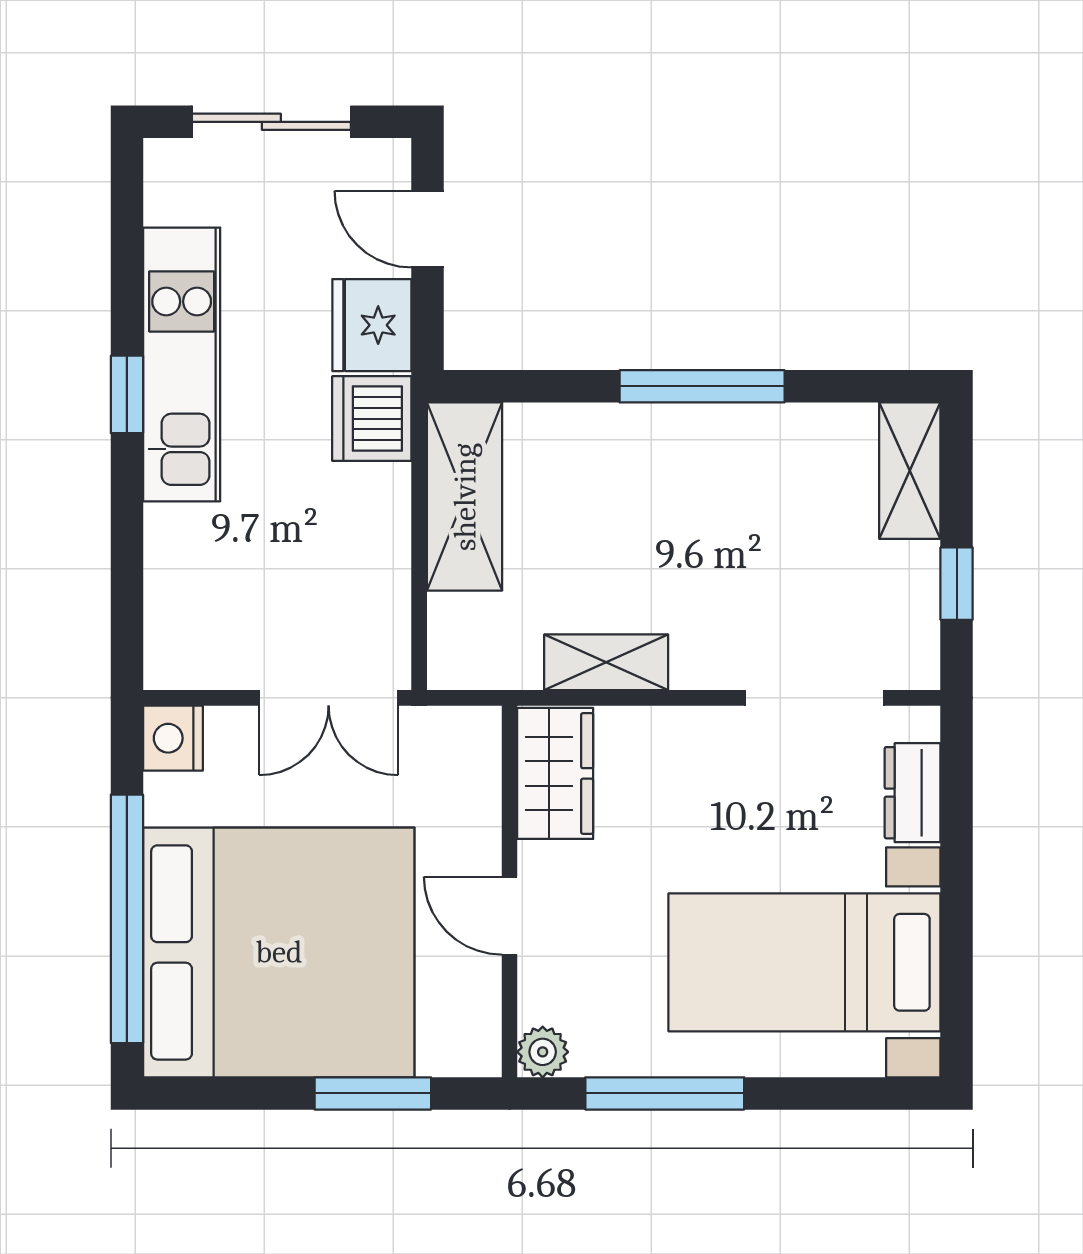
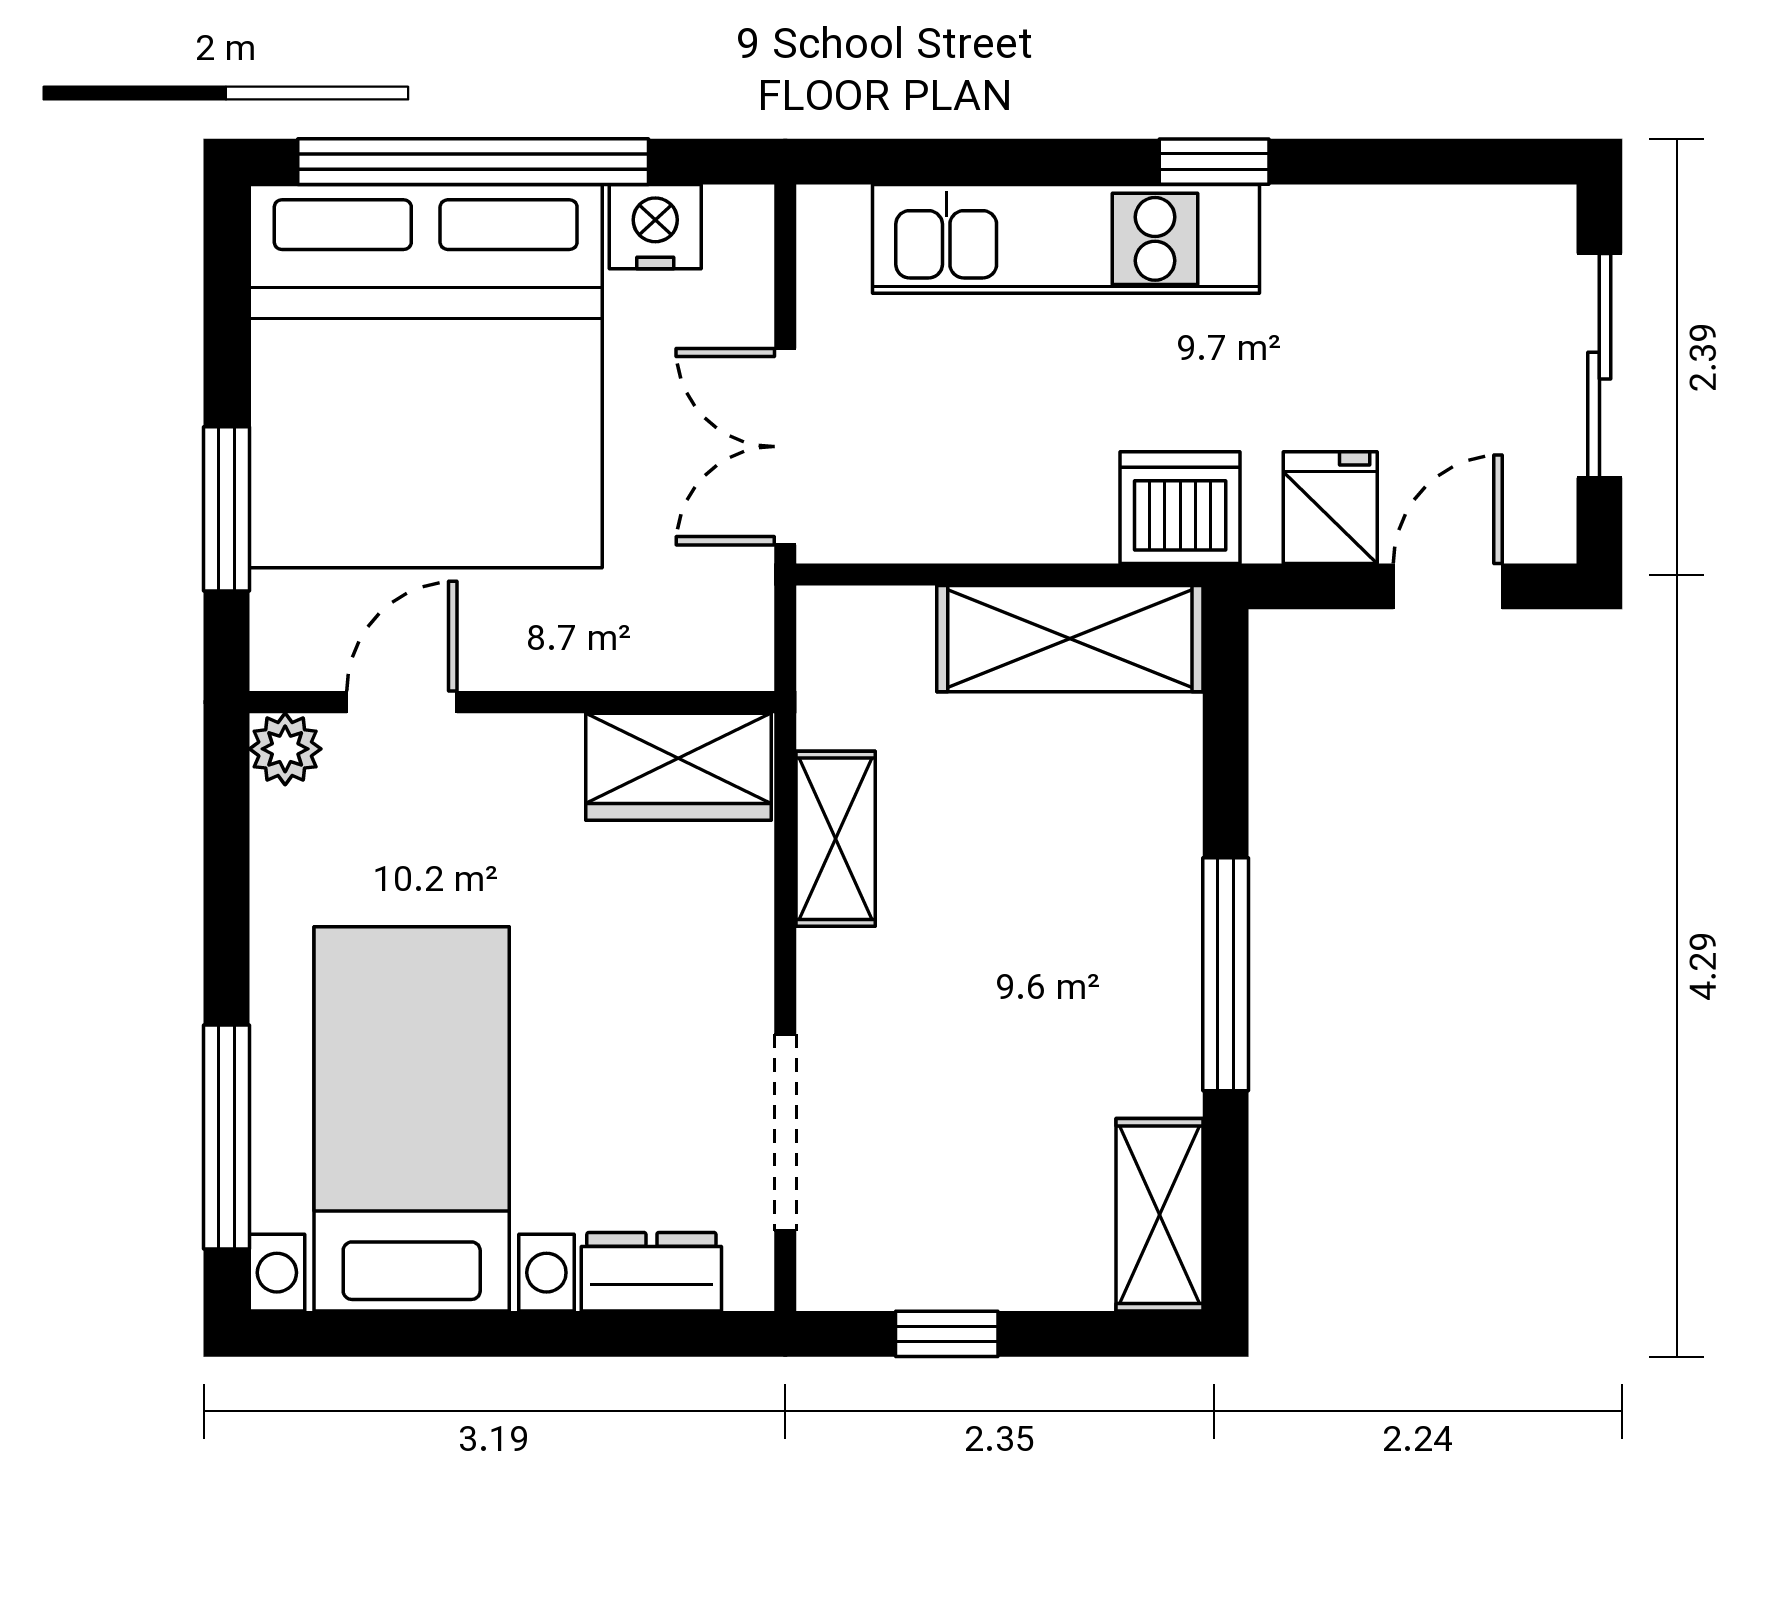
fridge: (372, 325) -> (1330, 508), width x0.72
kitchen unit: (182, 364) -> (1066, 239), moved
shelving: (910, 471) -> (1159, 1215), moved, turned 90
nightstand: (173, 738) -> (655, 227), moved
door: (509, 916) -> (402, 702), moved
window: (665, 1093) -> (226, 1137), moved

